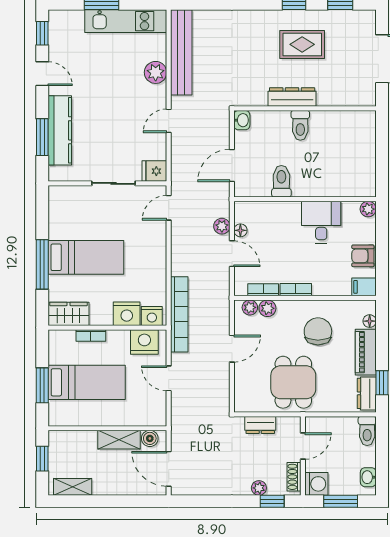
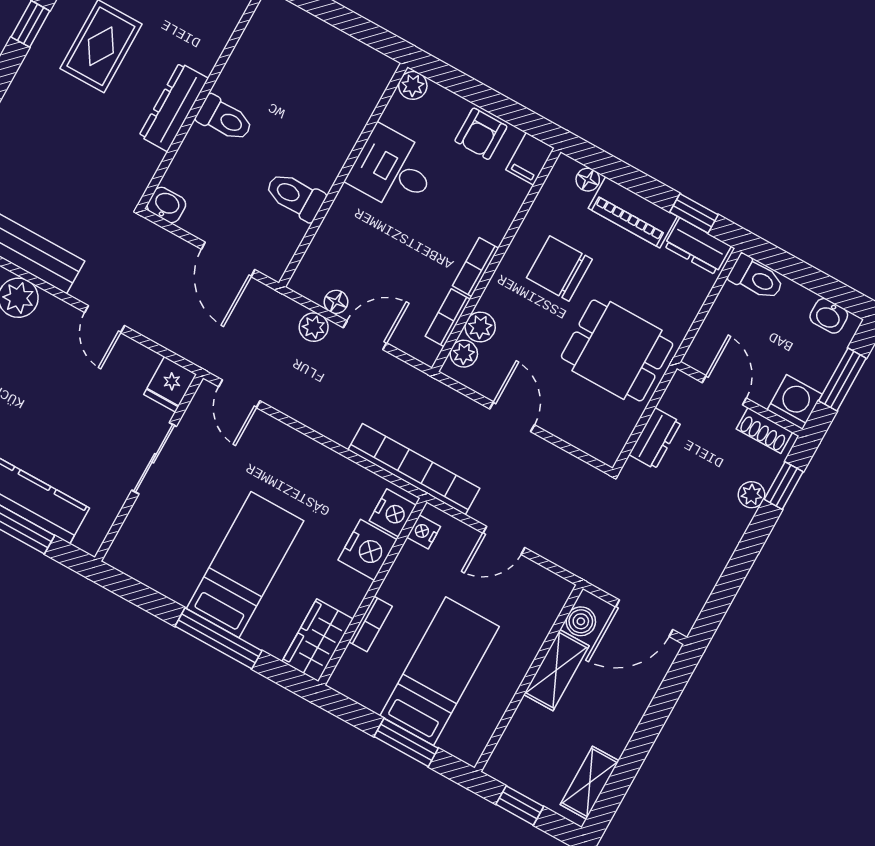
nightstand: (144, 342) -> (424, 532), width x0.53, depth x0.56

